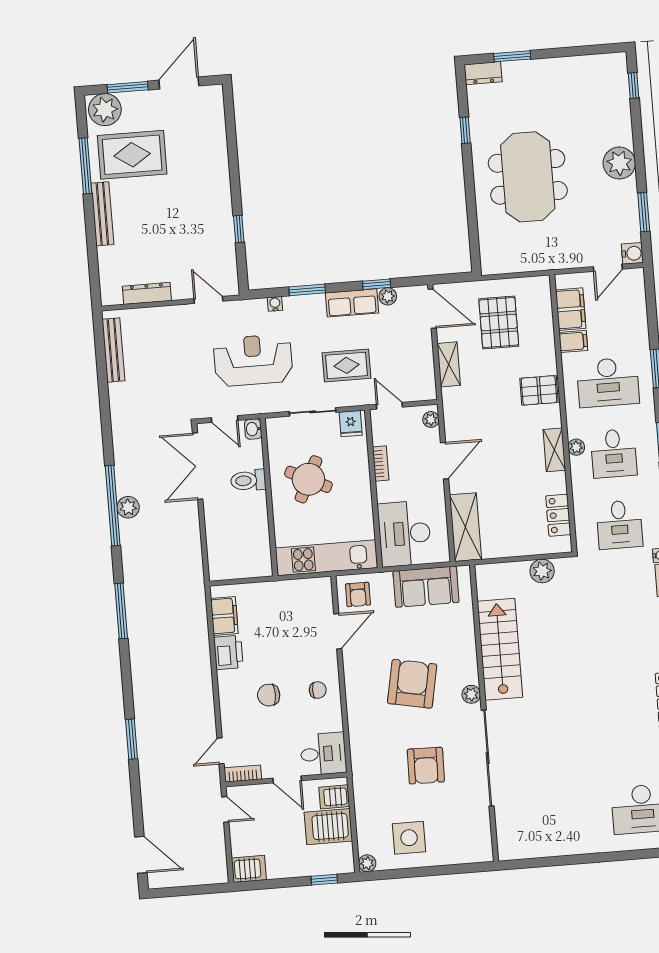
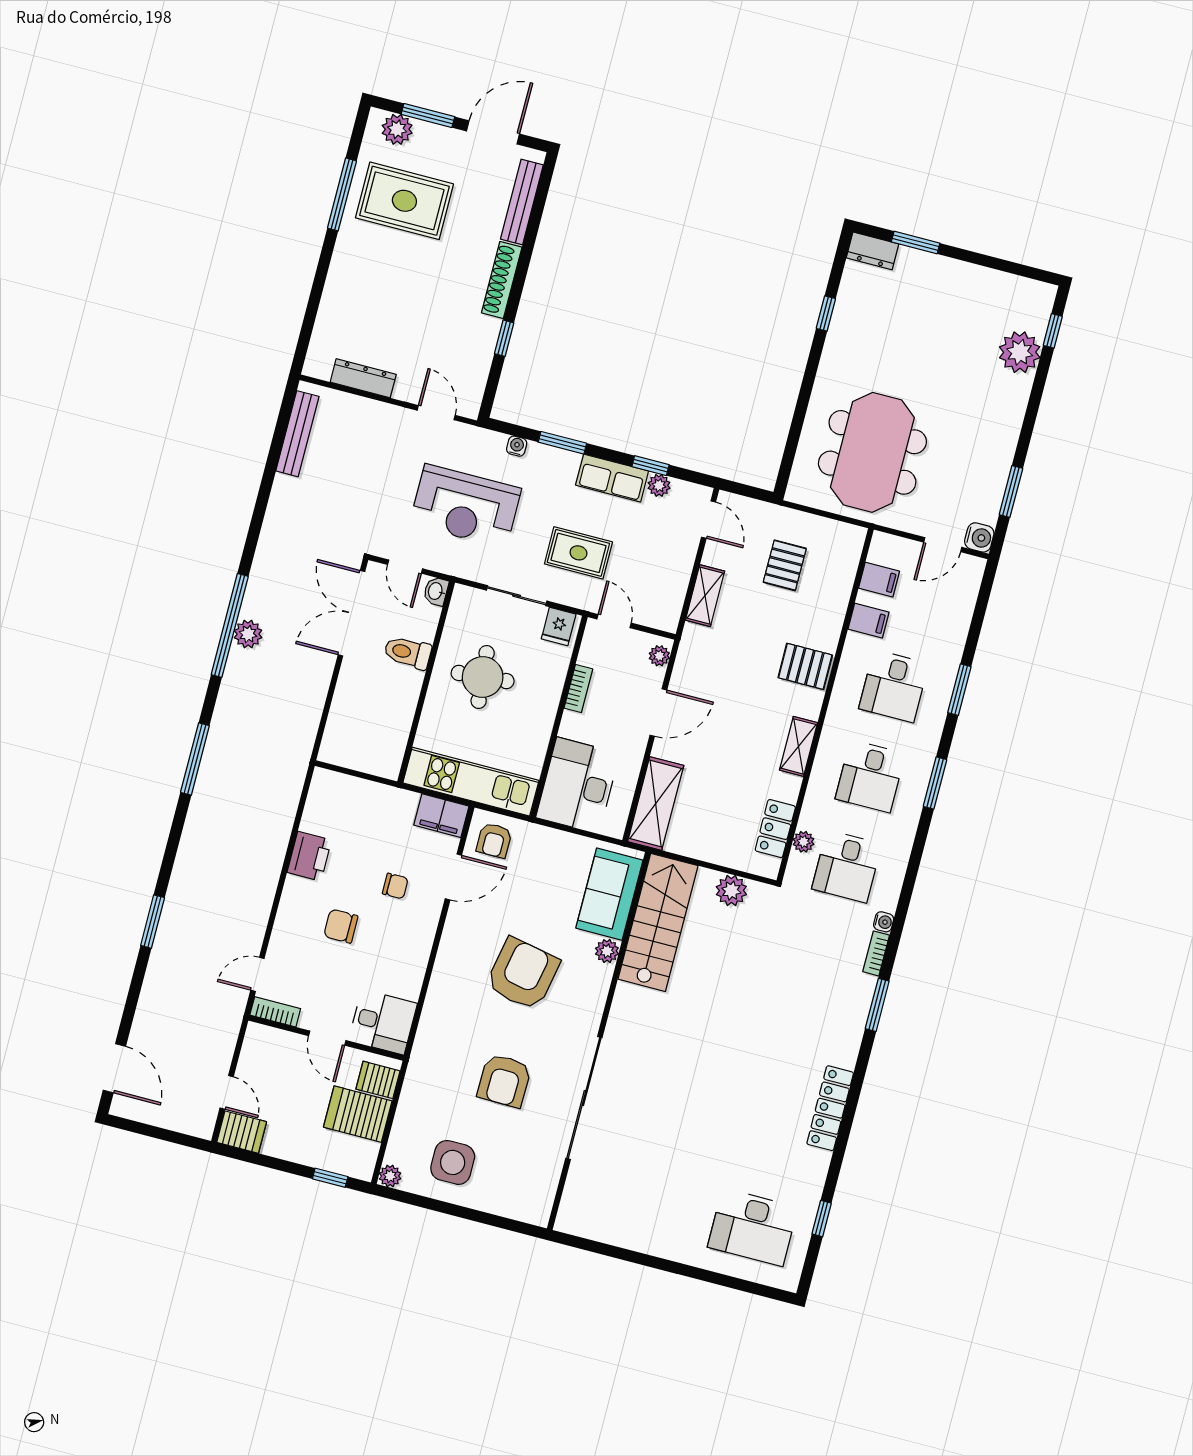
plant: (105, 110) -> (397, 129), width x0.73, depth x0.73
plant: (619, 163) -> (1020, 352), moved
meeting table: (528, 177) -> (872, 452), moved
shoe rack: (222, 187) -> (502, 280), added
bench: (102, 214) -> (522, 202), moved
door: (432, 309) -> (709, 520), width x0.73
filing cabinet: (571, 309) -> (879, 580), width x0.50
pallet: (499, 322) -> (785, 565), width x0.67, depth x0.71
reception desk: (253, 360) -> (465, 506), turned 180
desk: (608, 382) -> (894, 686), width x0.73
plant: (576, 447) -> (804, 842), moved
round table: (308, 479) -> (483, 677), turned -31
sofa: (426, 587) -> (609, 894), moved, turned 90
filing cabinet: (224, 616) -> (441, 816), moved, turned 90
stairs: (500, 649) -> (658, 922), moved
chair: (318, 690) -> (395, 886), moved
plant: (471, 694) -> (607, 951), moved
door: (225, 809) -> (227, 1092), moved

